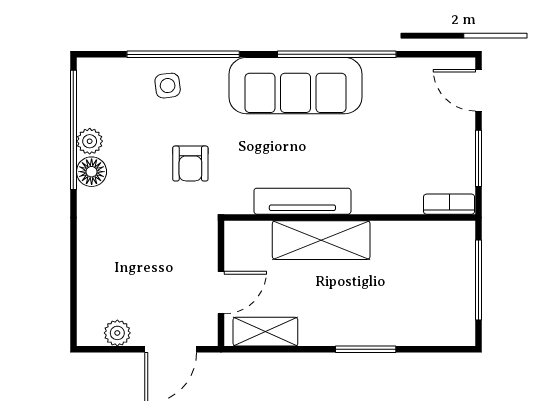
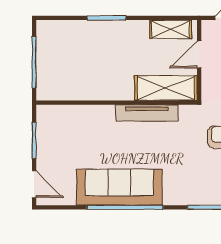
sofa: (296, 86) -> (119, 187), moved
bookcase: (449, 204) -> (53, 111), removed
shelving: (321, 240) -> (166, 88), moved

